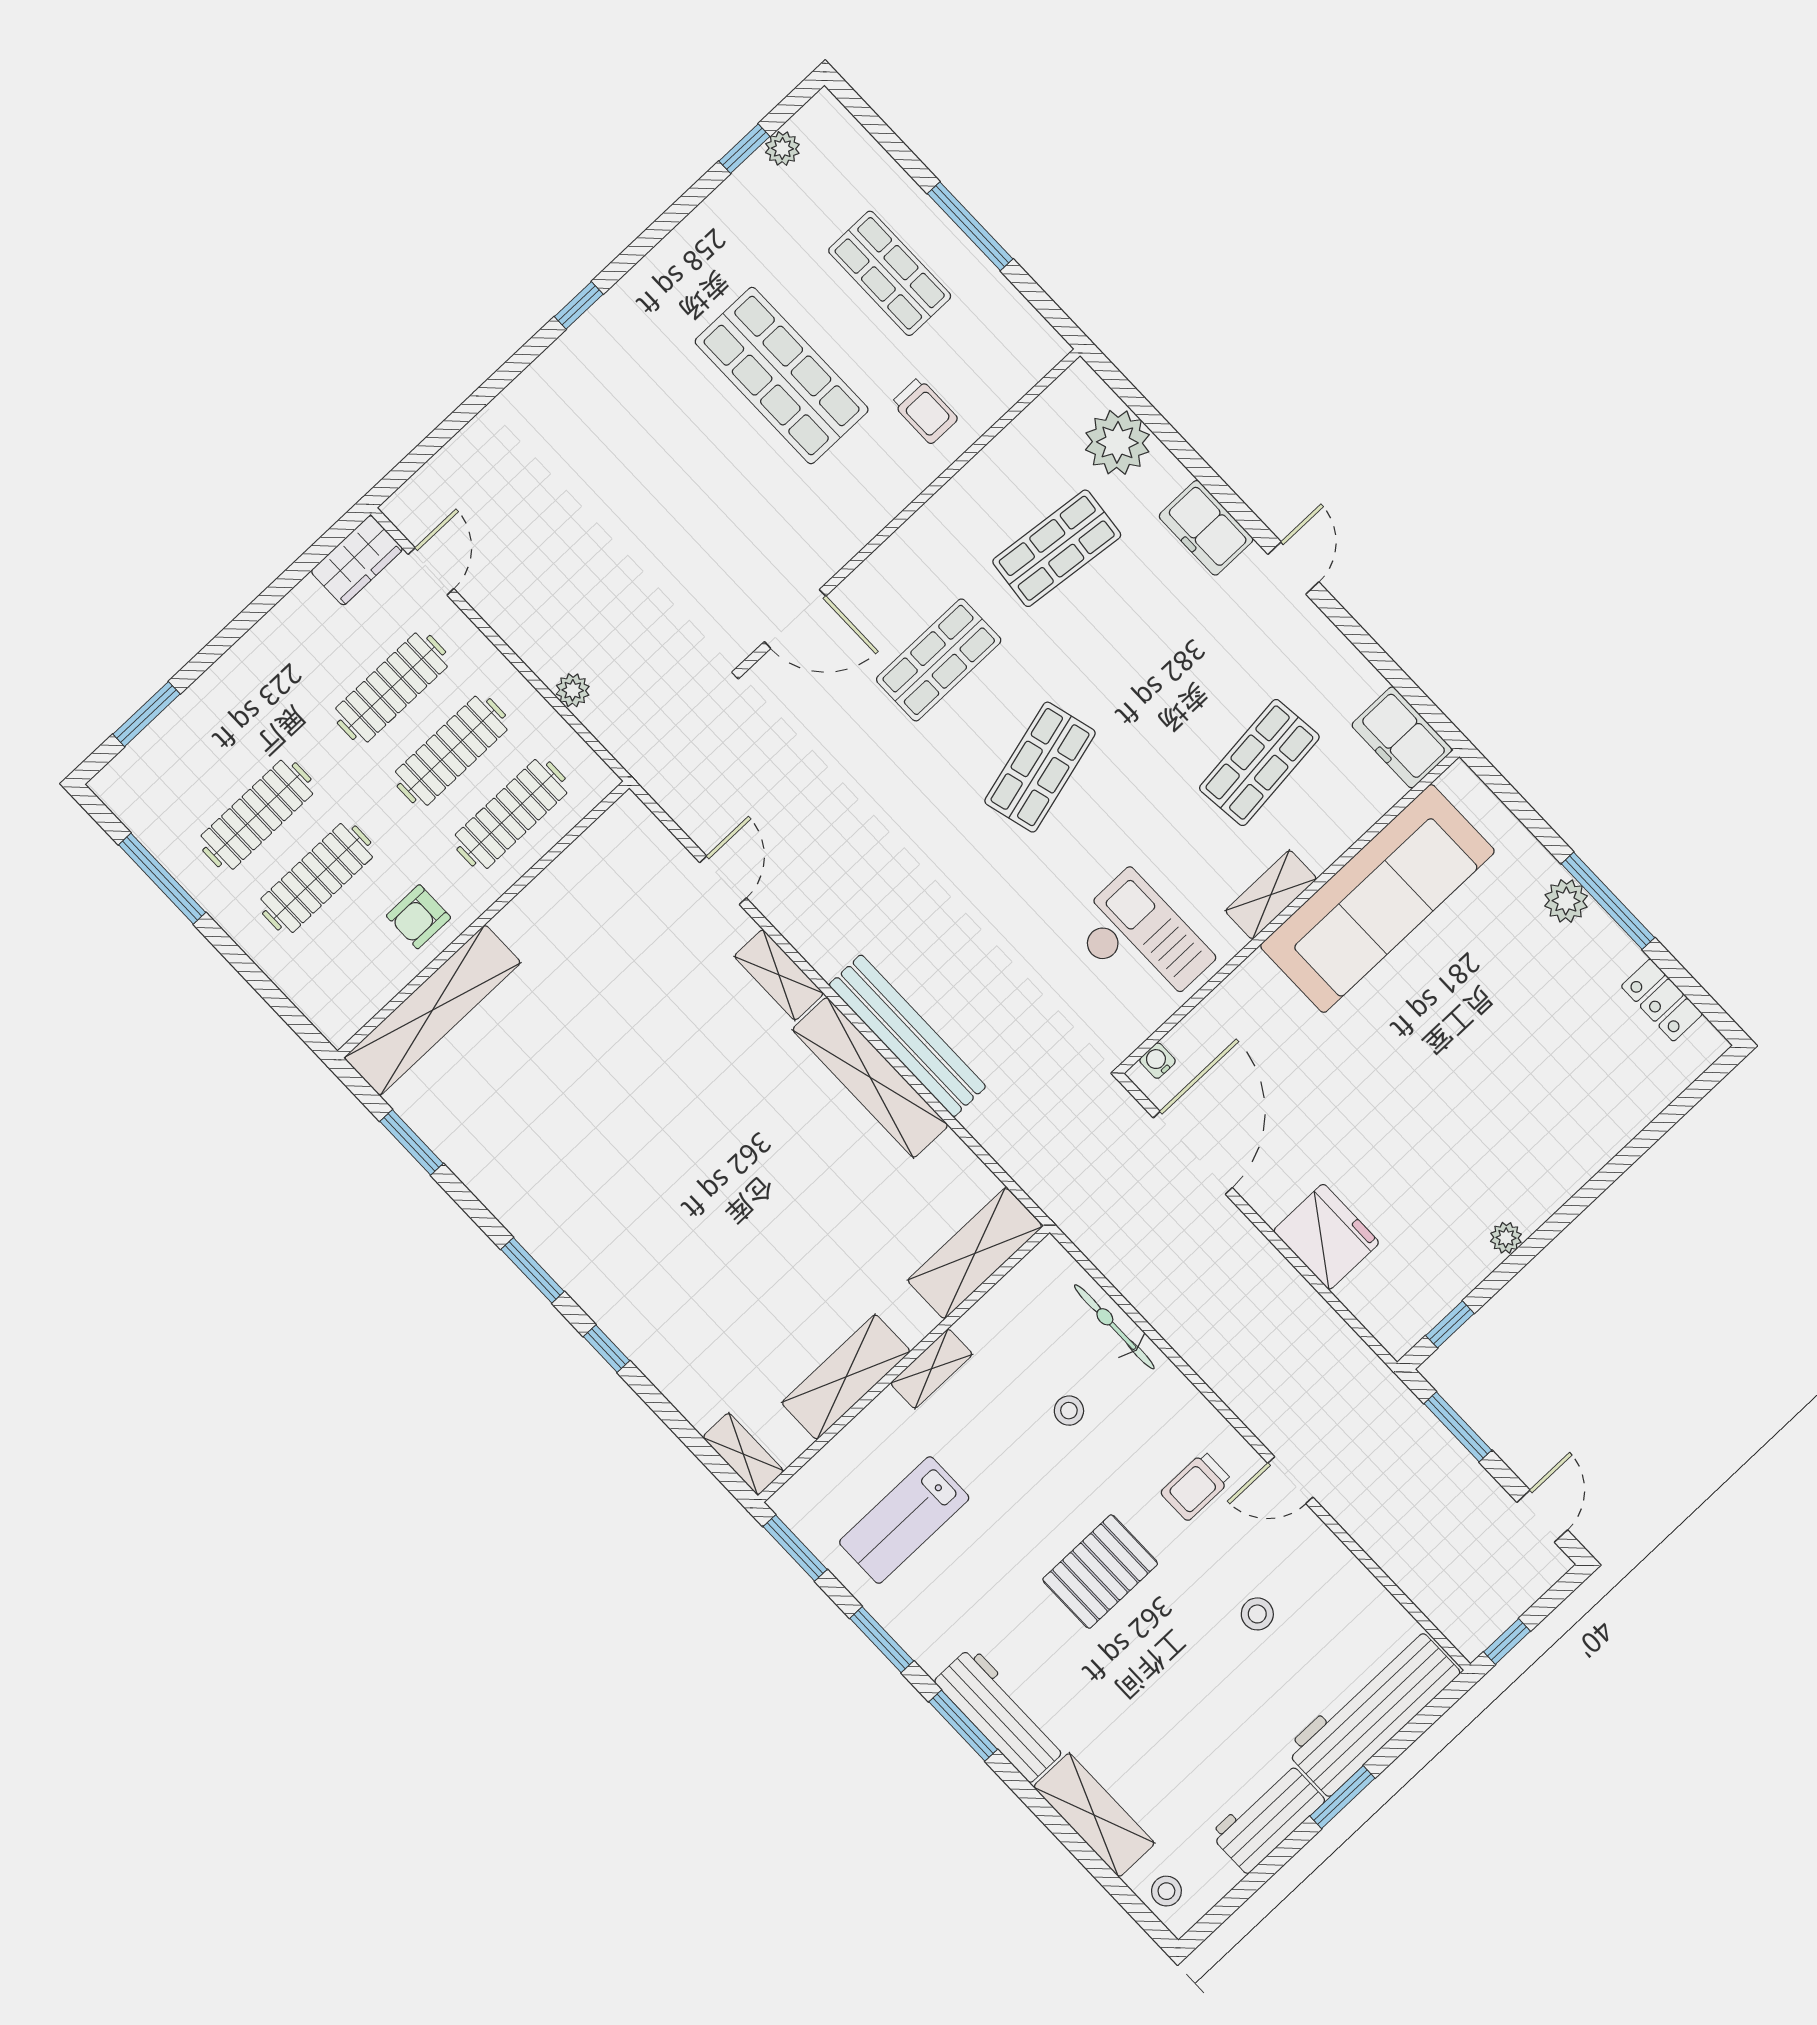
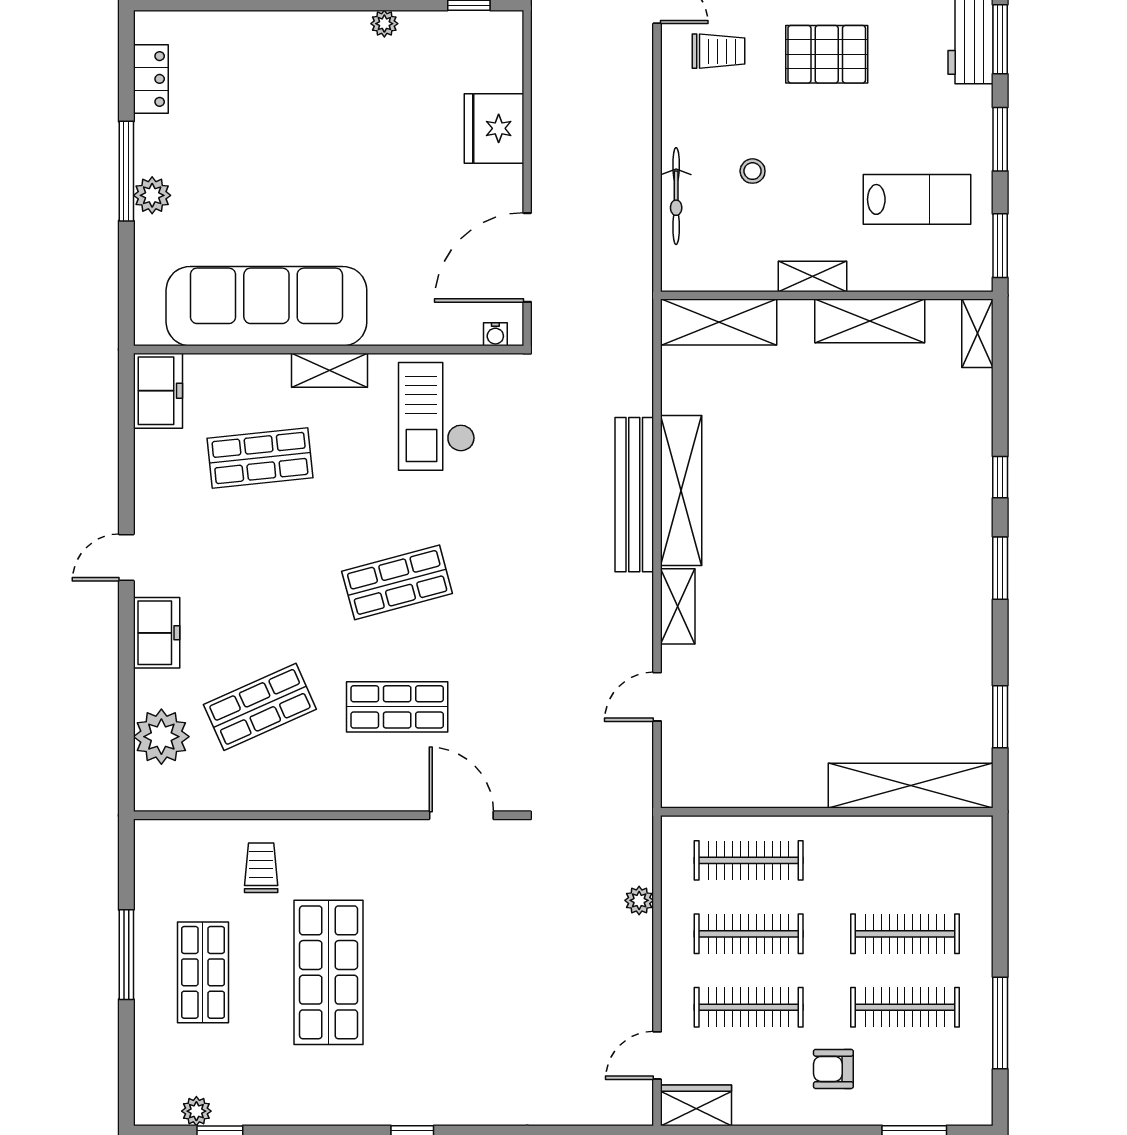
shop shelf: (1057, 548) -> (260, 707), turned -30
armchair: (419, 917) -> (833, 1069), moved, turned 180

